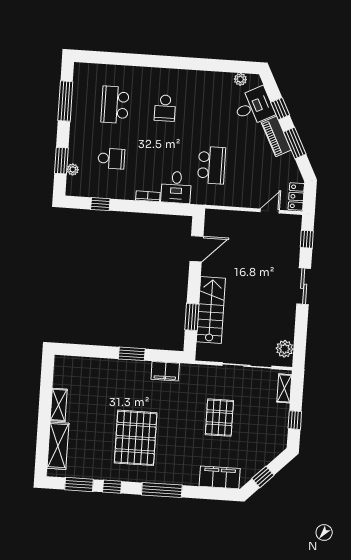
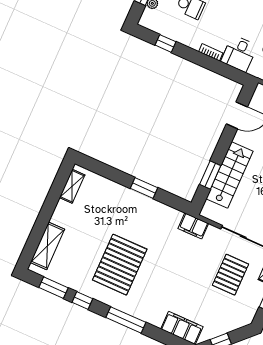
filing cabinet: (165, 371) -> (193, 226), moved
shelving: (59, 405) -> (72, 186), moved
pallet: (219, 418) -> (230, 275), moved

